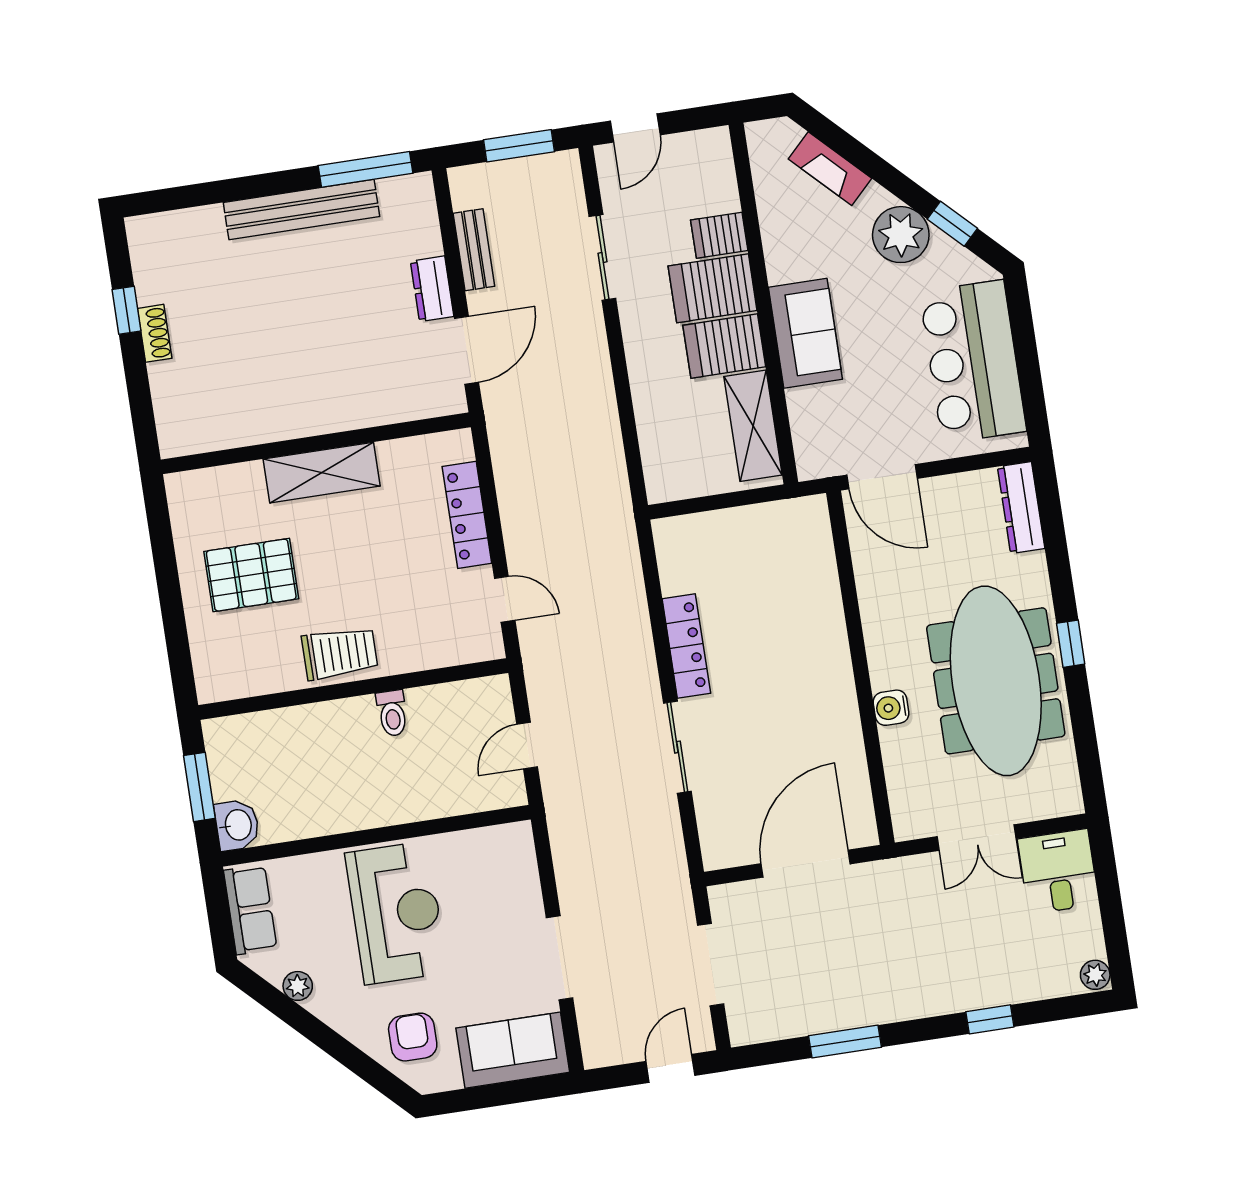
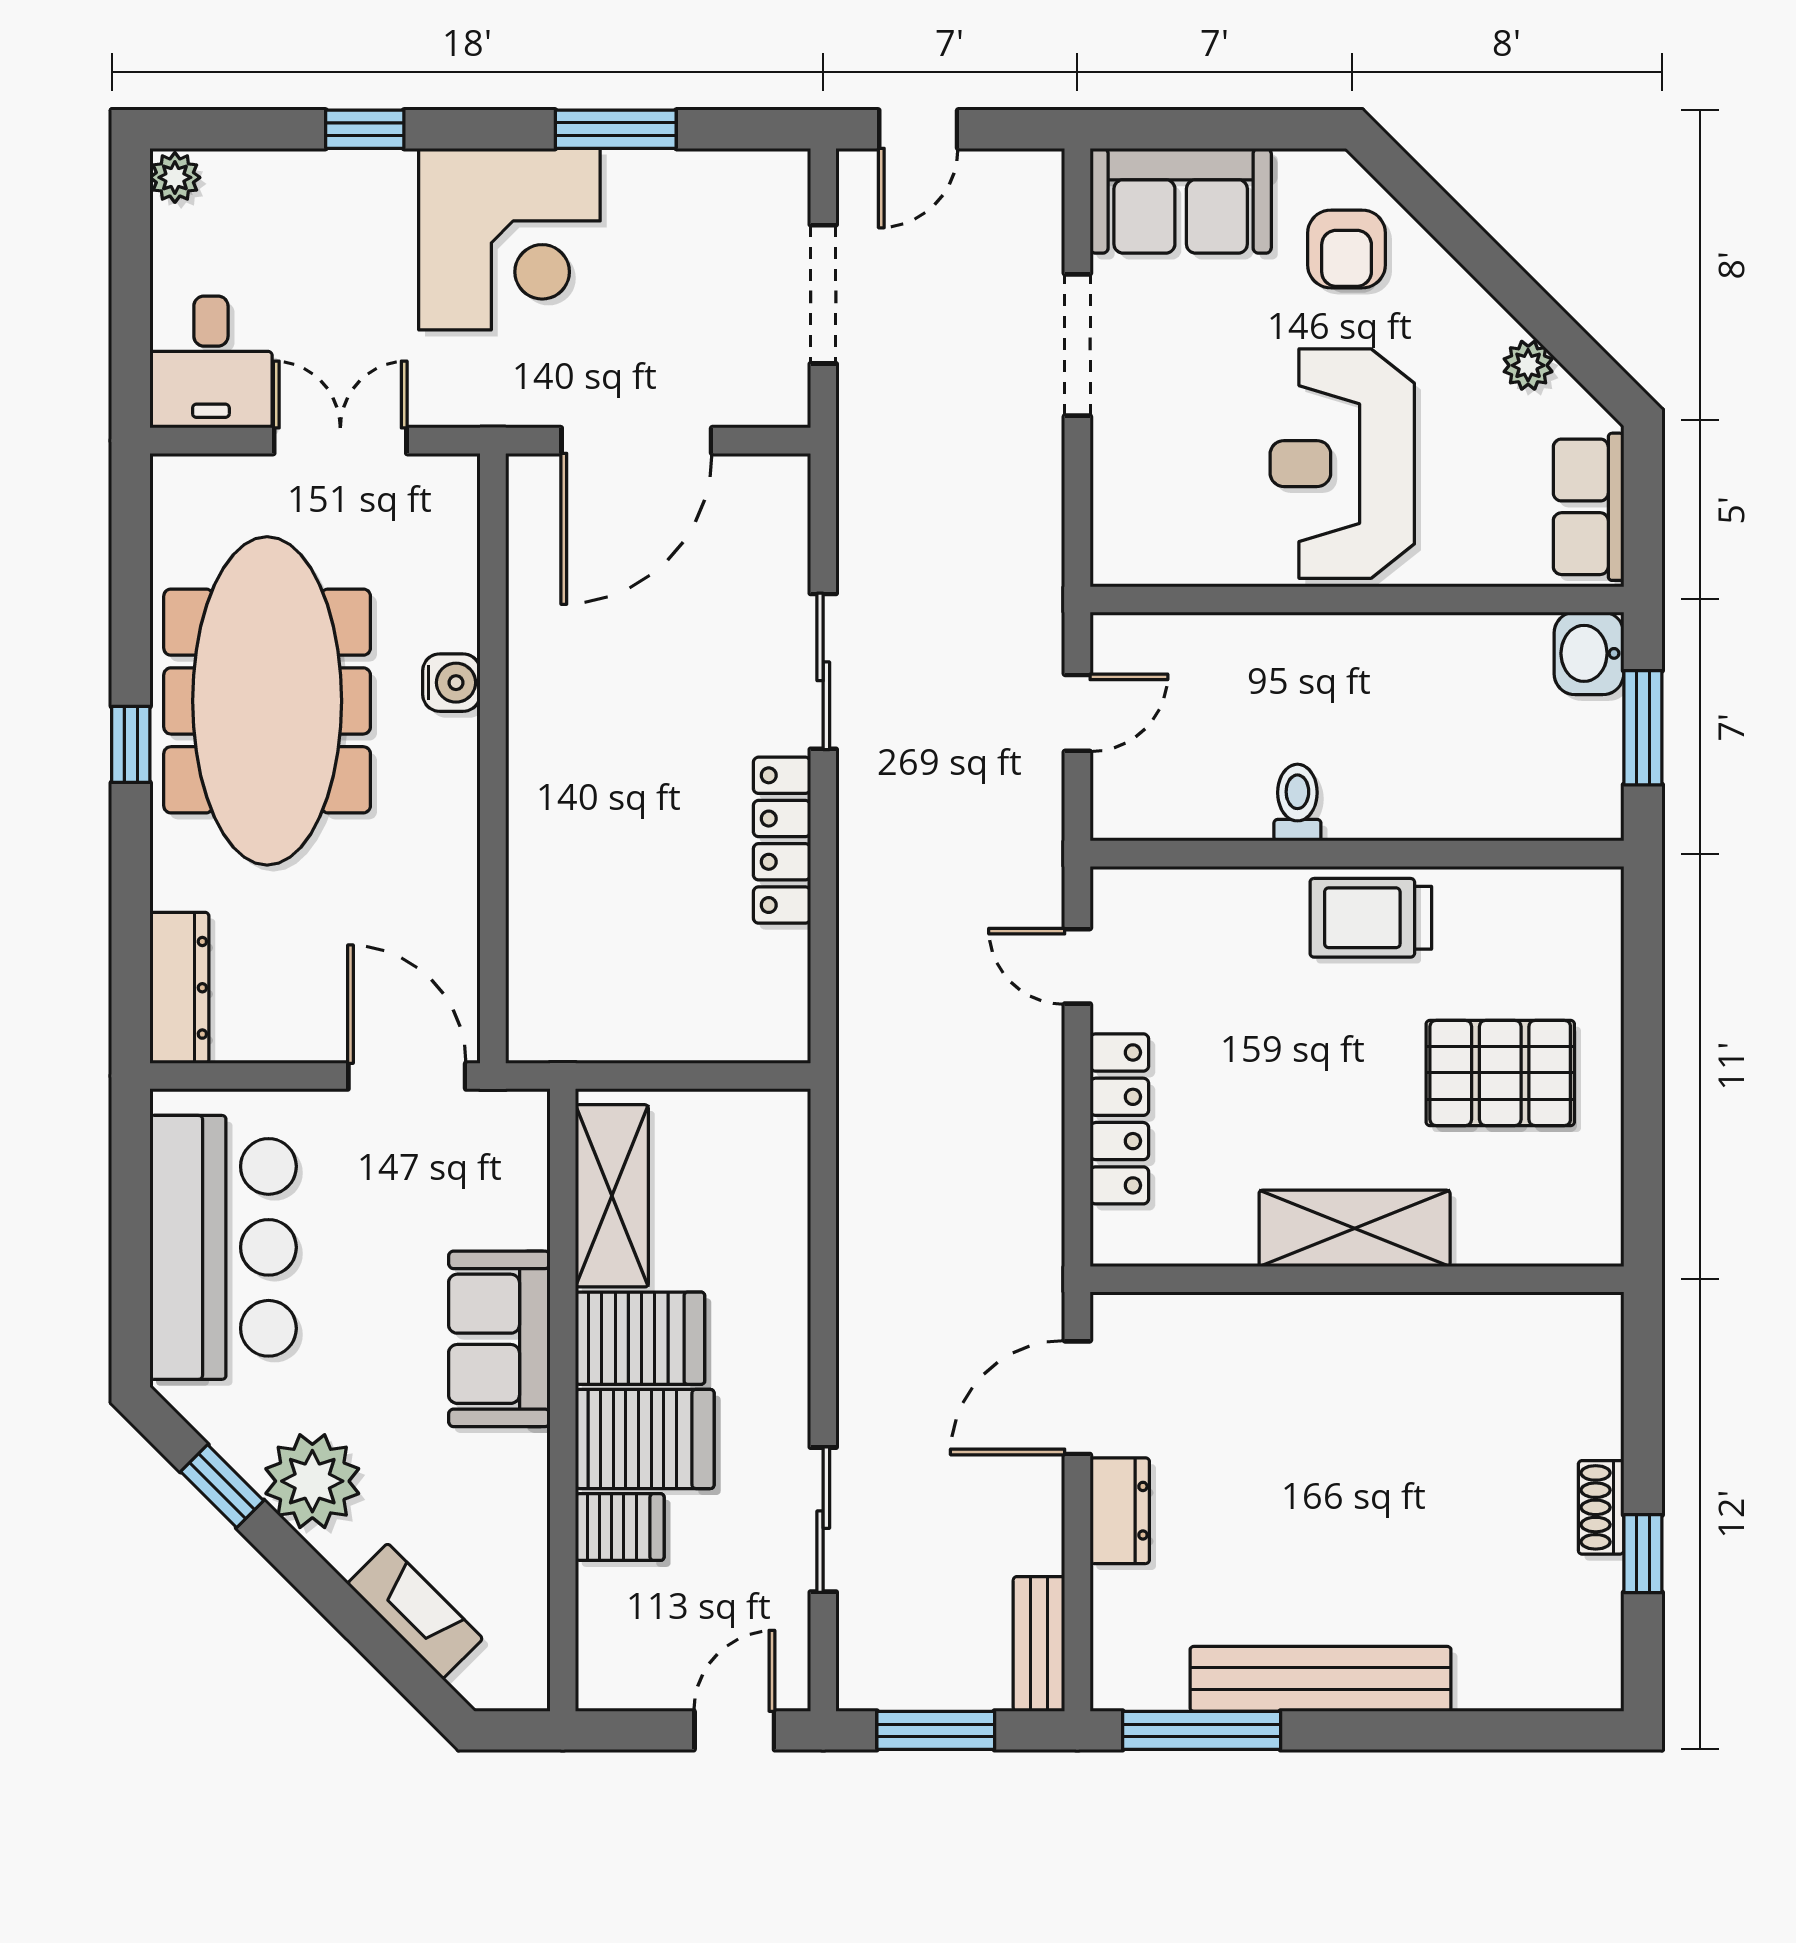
bench: (474, 250) -> (1039, 1644), moved
corner desk: (897, 969) -> (509, 239), added

